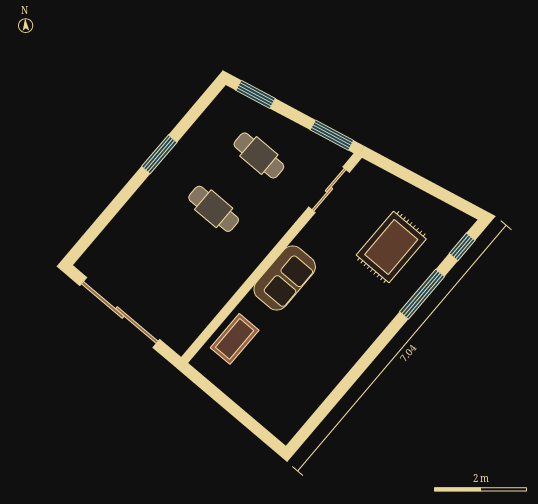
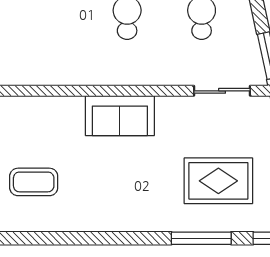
coffee table: (235, 339) -> (34, 182), moved

